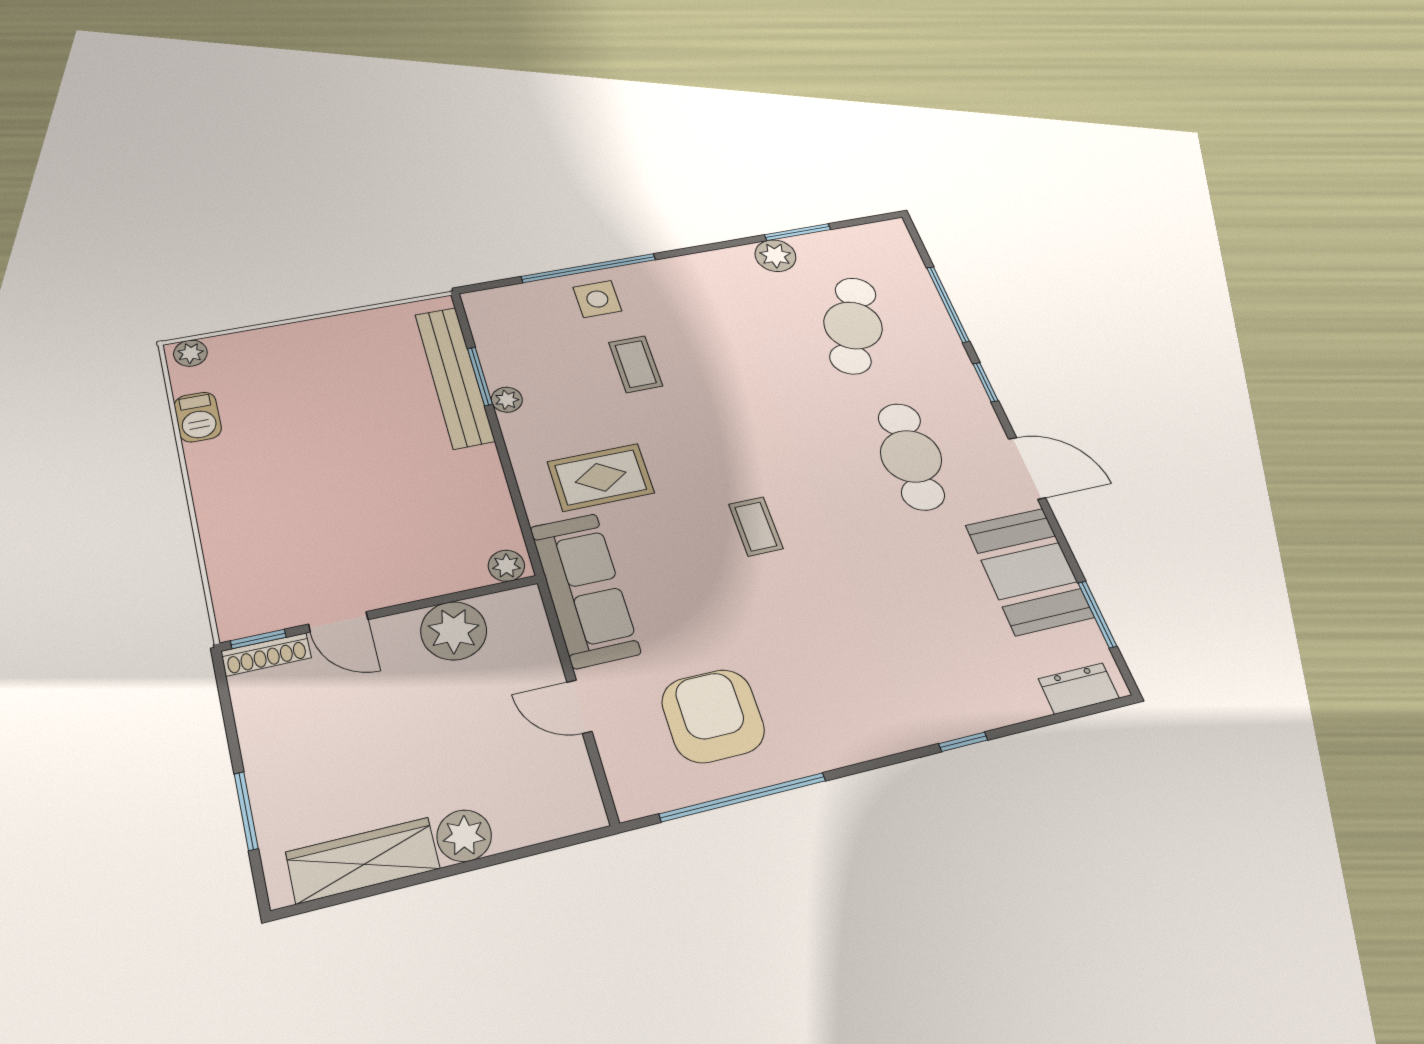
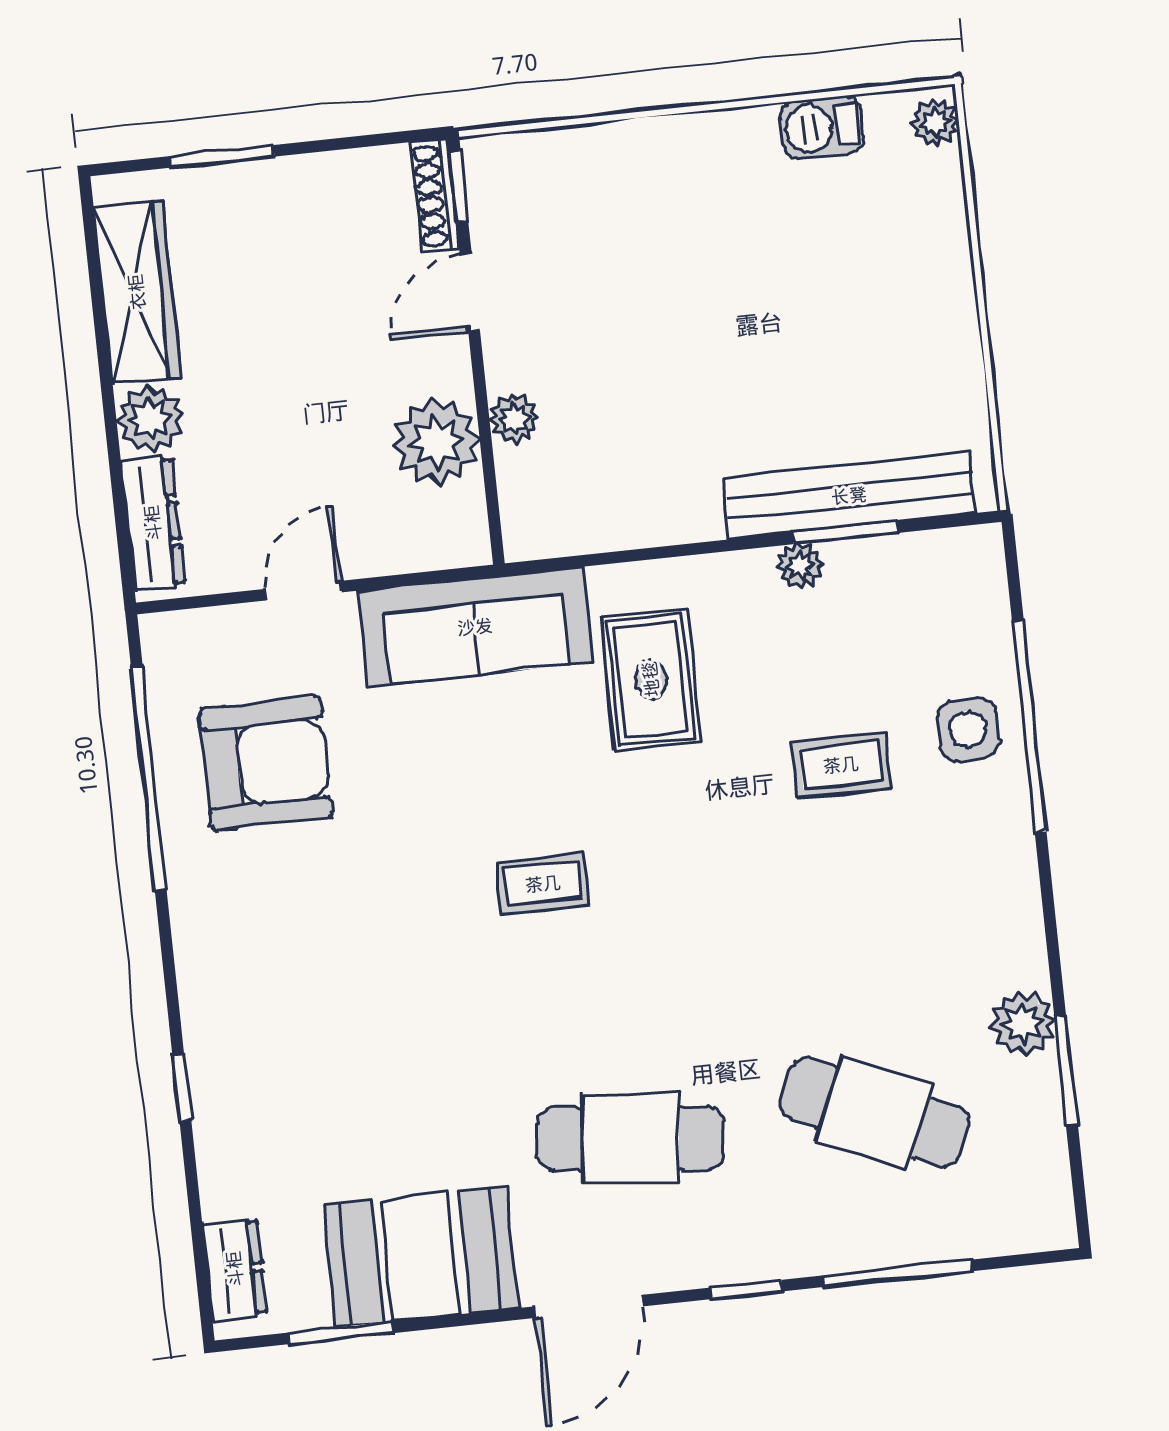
plant: (506, 566) -> (514, 419), moved
dresser: (546, 822) -> (153, 523), added

